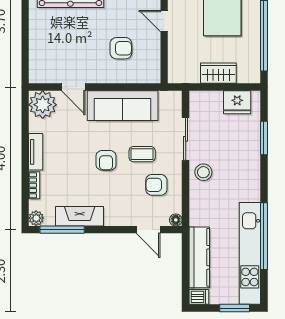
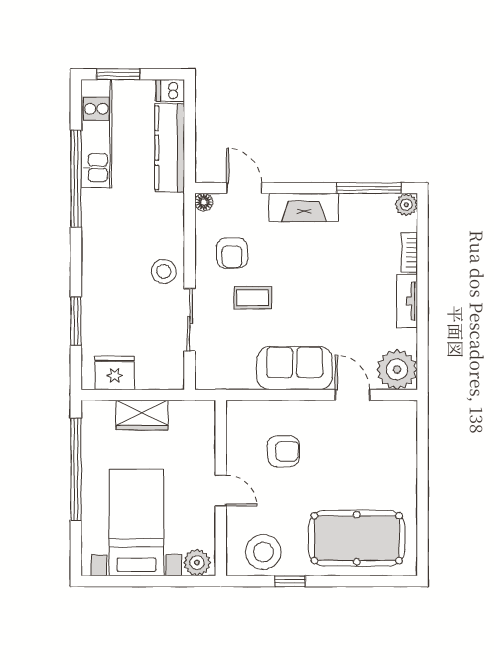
armchair: (121, 48) -> (283, 451), turned 180
sofa: (123, 106) -> (295, 368), width x0.73
armchair: (106, 160) -> (305, 289), removed
armchair: (156, 185) -> (232, 253), turned 90
fireplace: (80, 216) -> (304, 207), moved
kitchen unit: (250, 253) -> (96, 134), width x0.73

